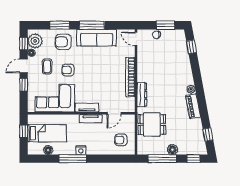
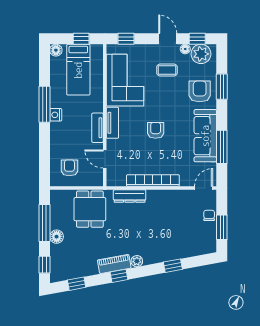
window: (92, 25) -> (222, 147), moved
window: (192, 47) -> (173, 266), moved
armchair: (68, 70) -> (156, 130), moved
window: (24, 85) -> (126, 39), moved
window: (202, 103) -> (119, 276), added
floor lamp: (48, 150) -> (56, 50), moved

